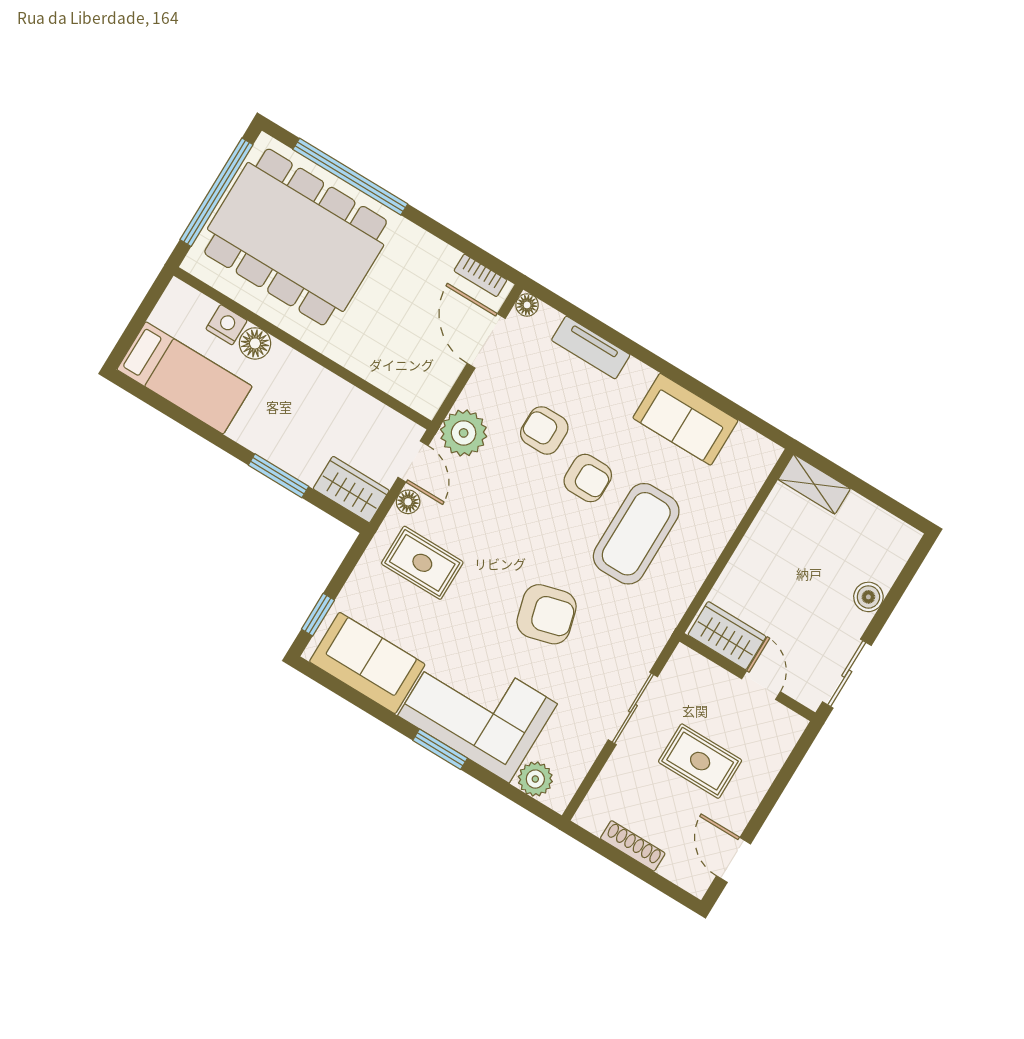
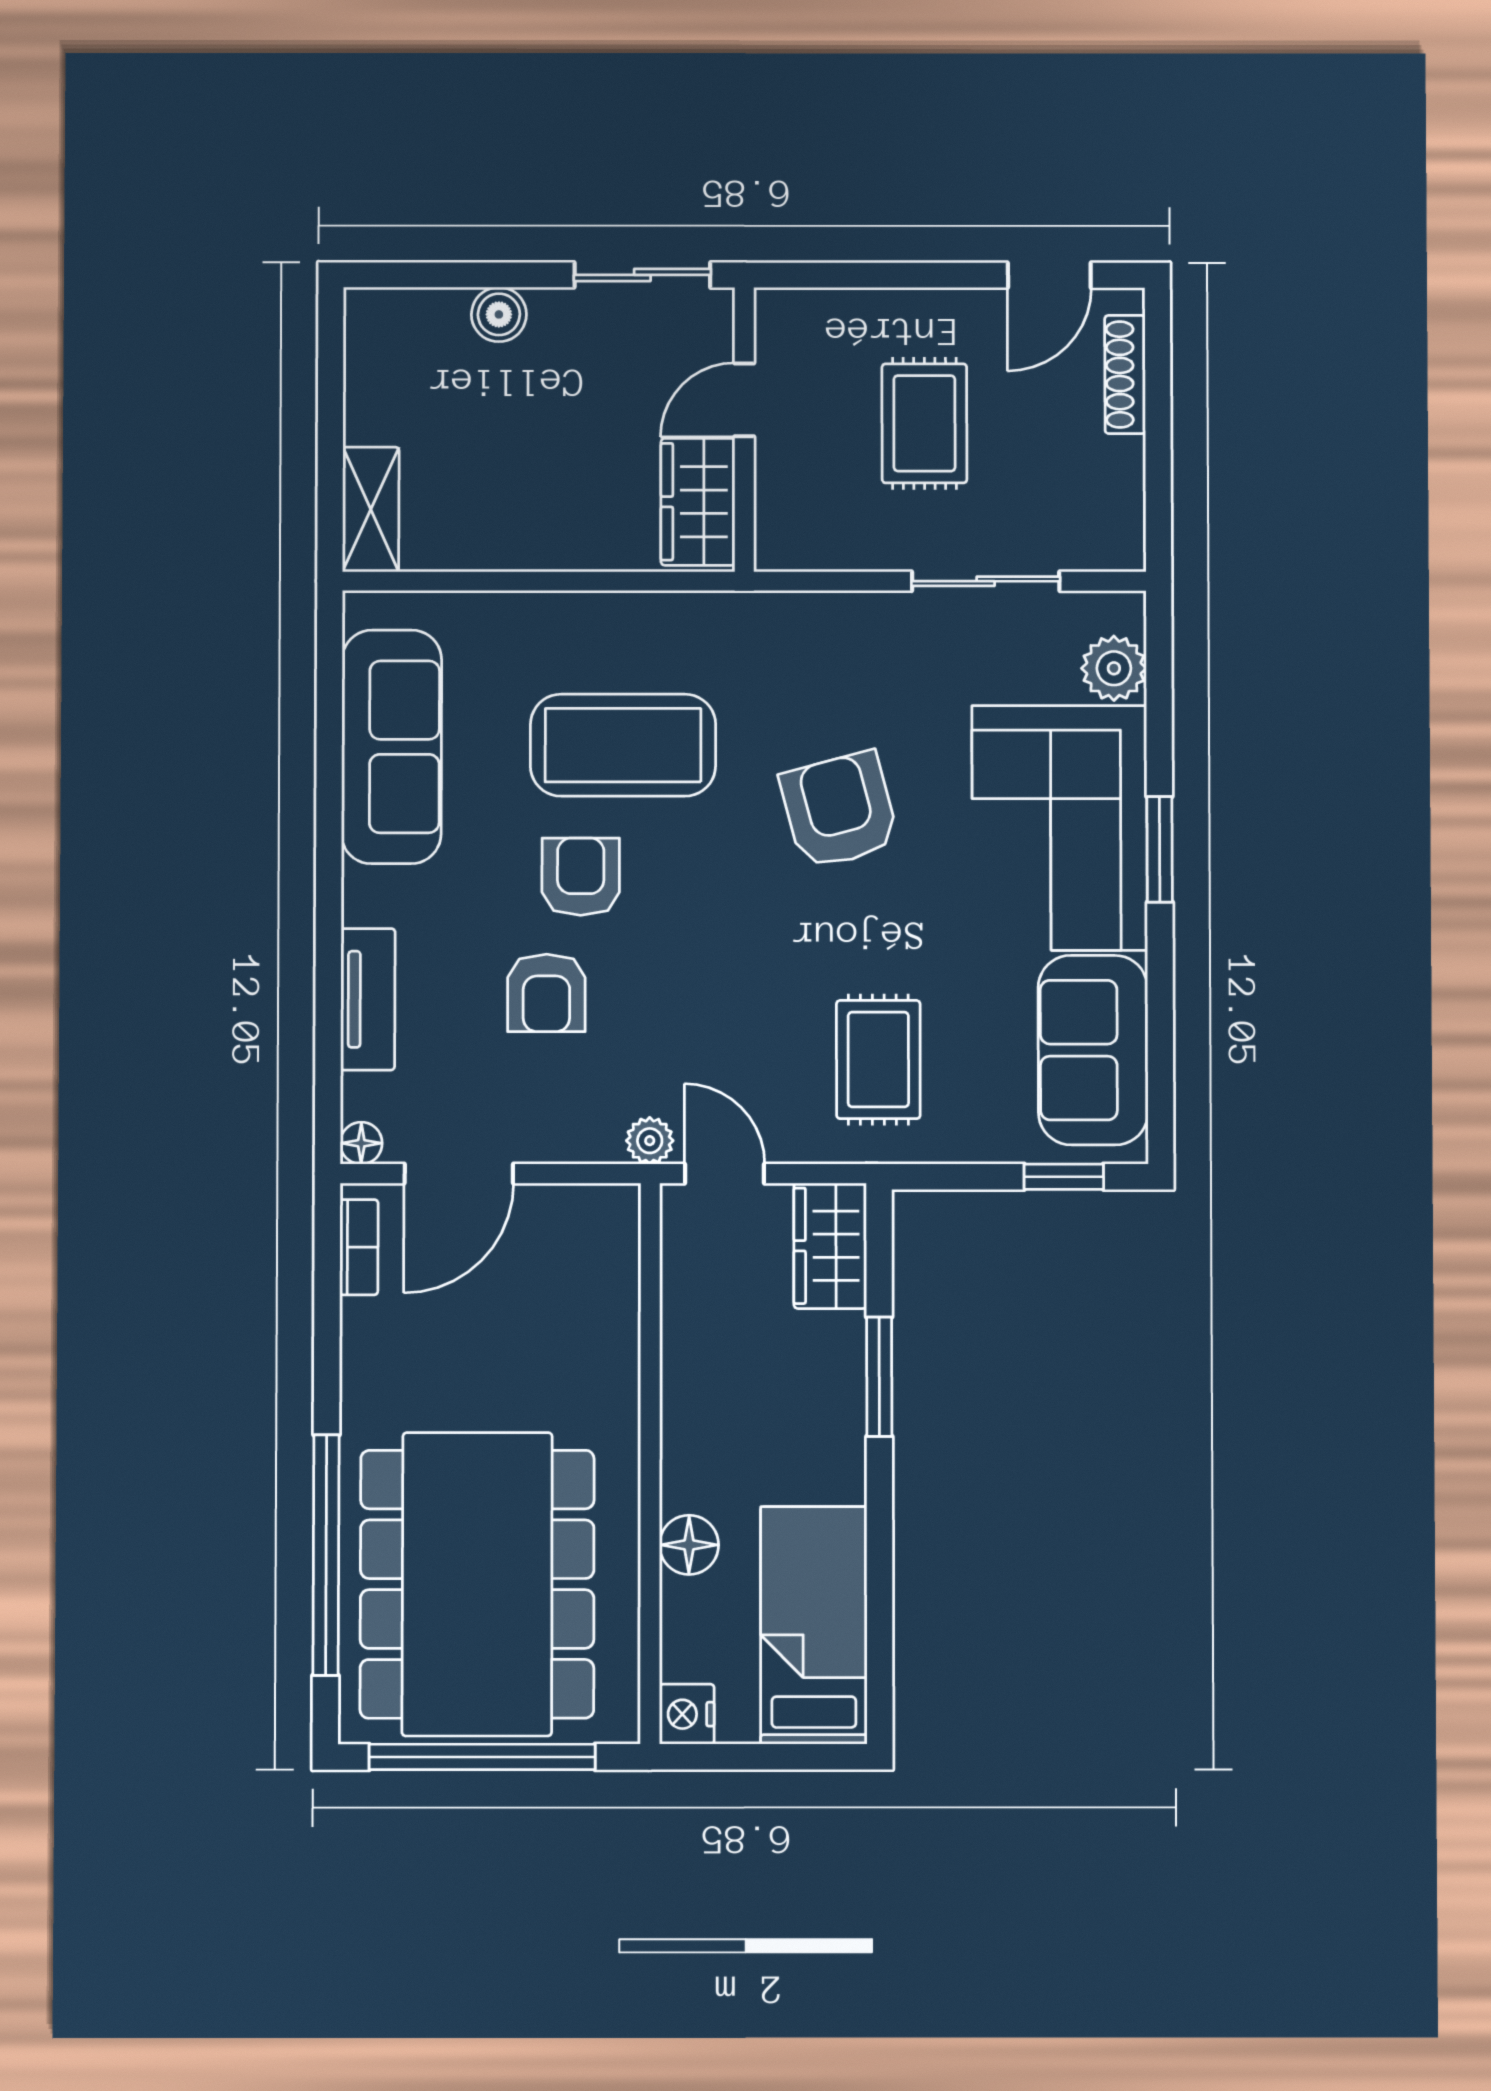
nightstand: (226, 325) -> (687, 1714), moved
sofa: (685, 419) -> (391, 747), width x1.36
plant: (464, 433) -> (650, 1141), width x0.53, depth x0.53
door: (413, 461) -> (725, 1174), hinge flipped
floor lamp: (408, 502) -> (794, 1142), removed
sliding door: (633, 708) -> (986, 581), moved
shoe rack: (633, 846) -> (1125, 374), moved

